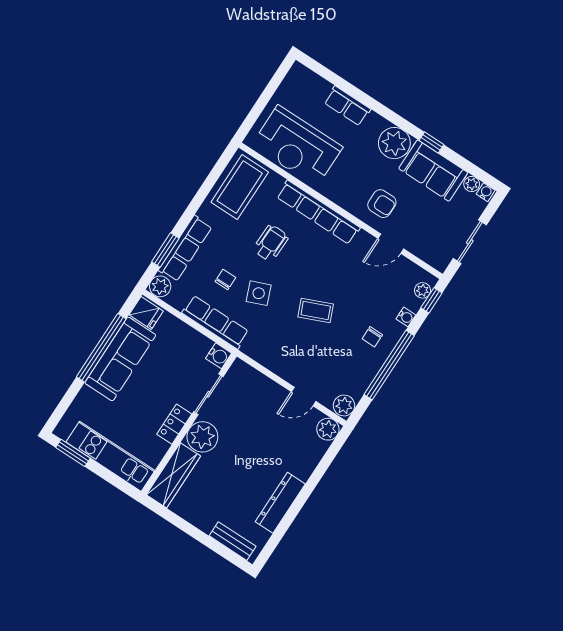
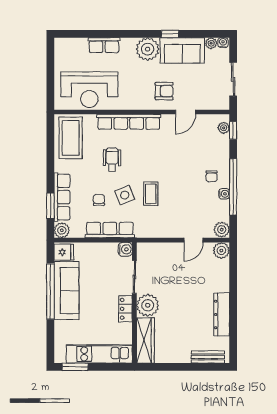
coffee table: (316, 311) -> (151, 194), moved, turned -67
water cooler: (406, 317) -> (224, 194), moved

